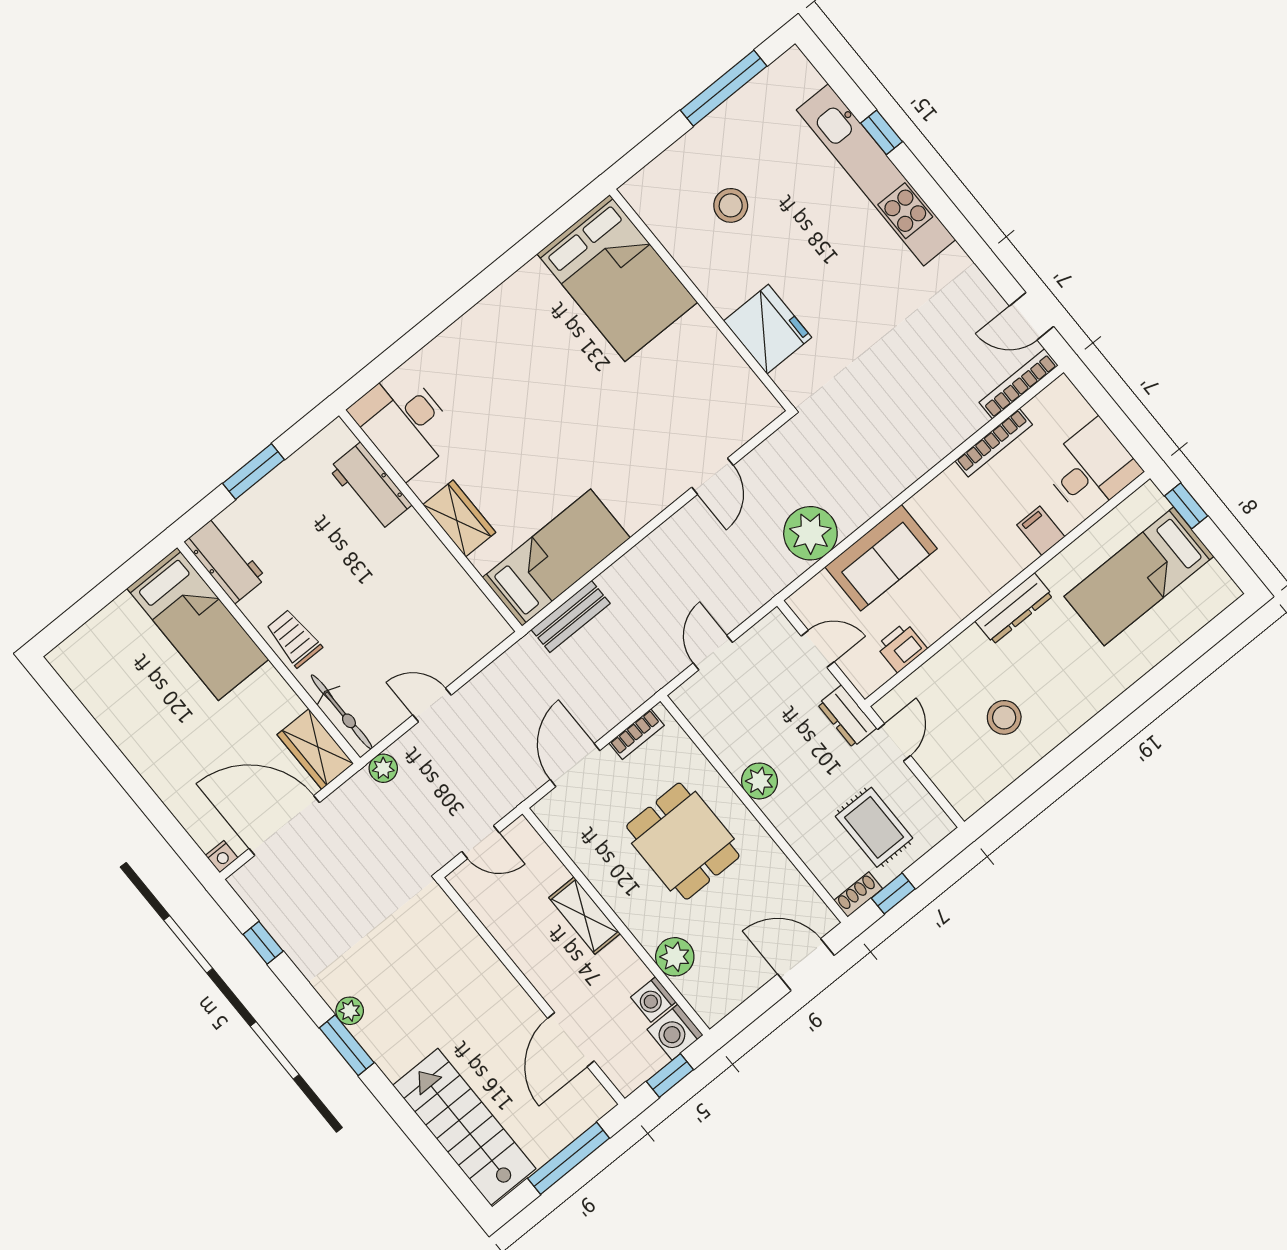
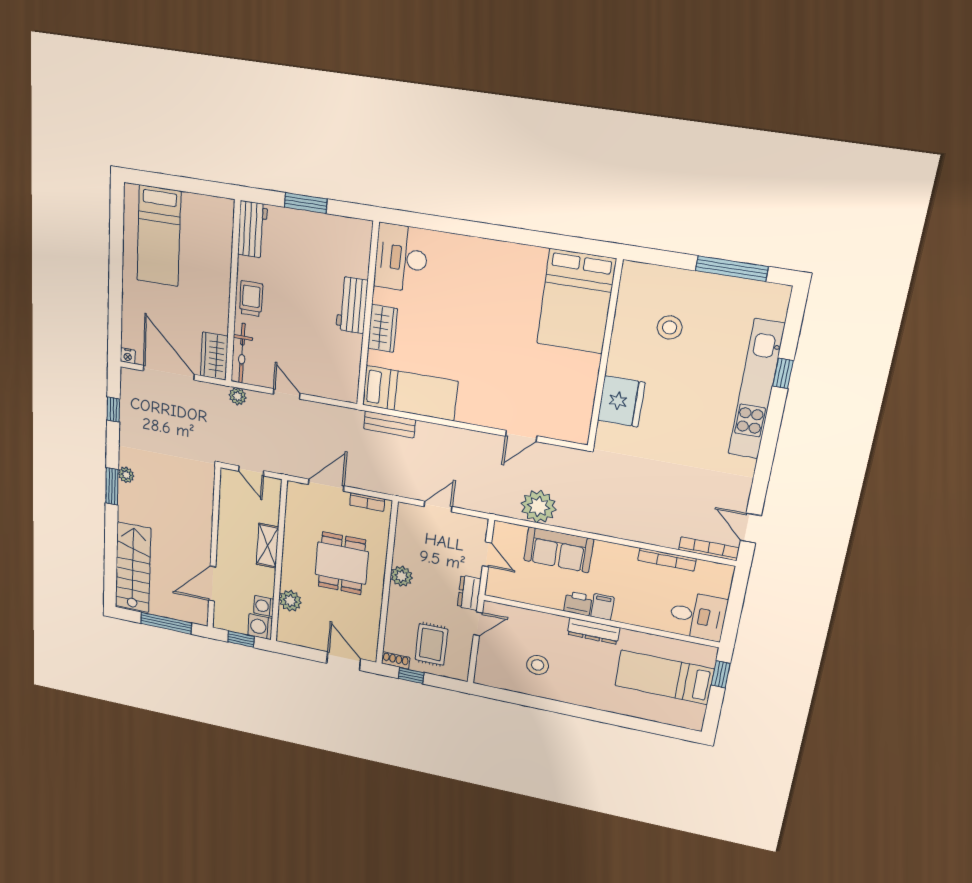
workbench: (370, 487) -> (352, 305), moved
filing cabinet: (1041, 531) -> (602, 607), moved
bed: (198, 624) -> (159, 236), moved
printer: (902, 647) -> (578, 603), moved

